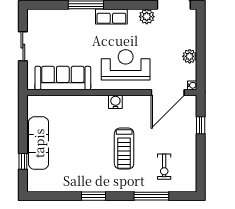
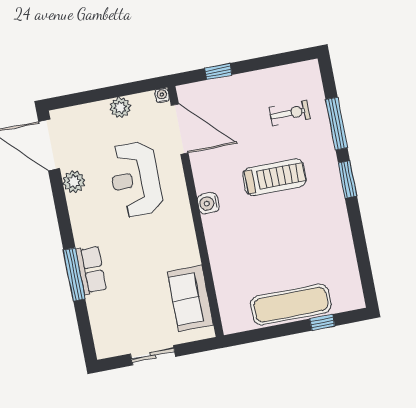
row of seats: (111, 17) -> (91, 270), moved
reception desk: (126, 65) -> (136, 179), moved
sofa: (63, 78) -> (190, 298), width x0.73
window: (94, 196) -> (347, 179), moved

